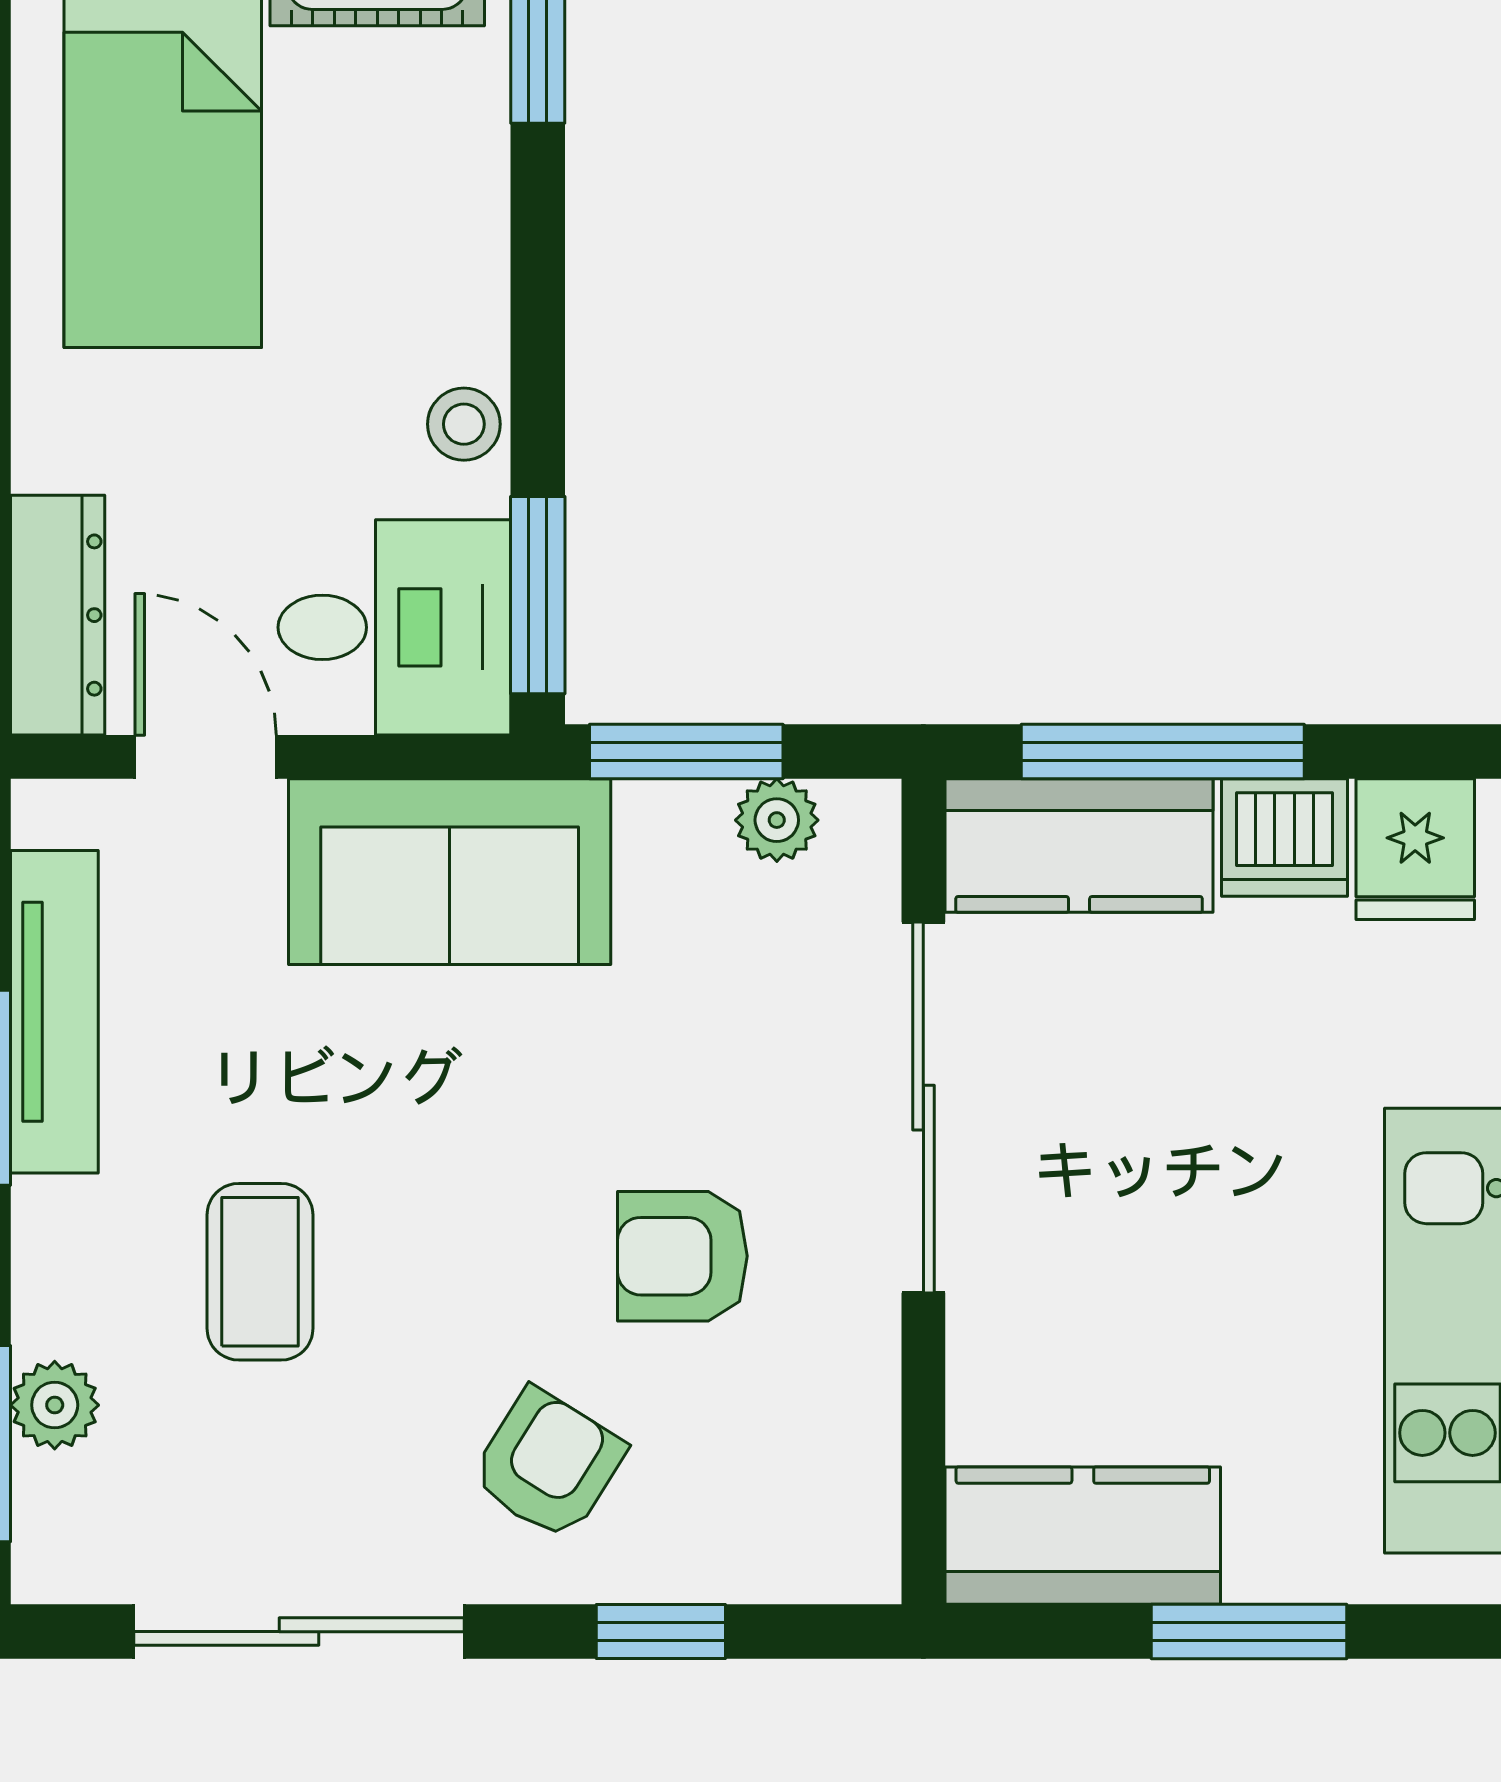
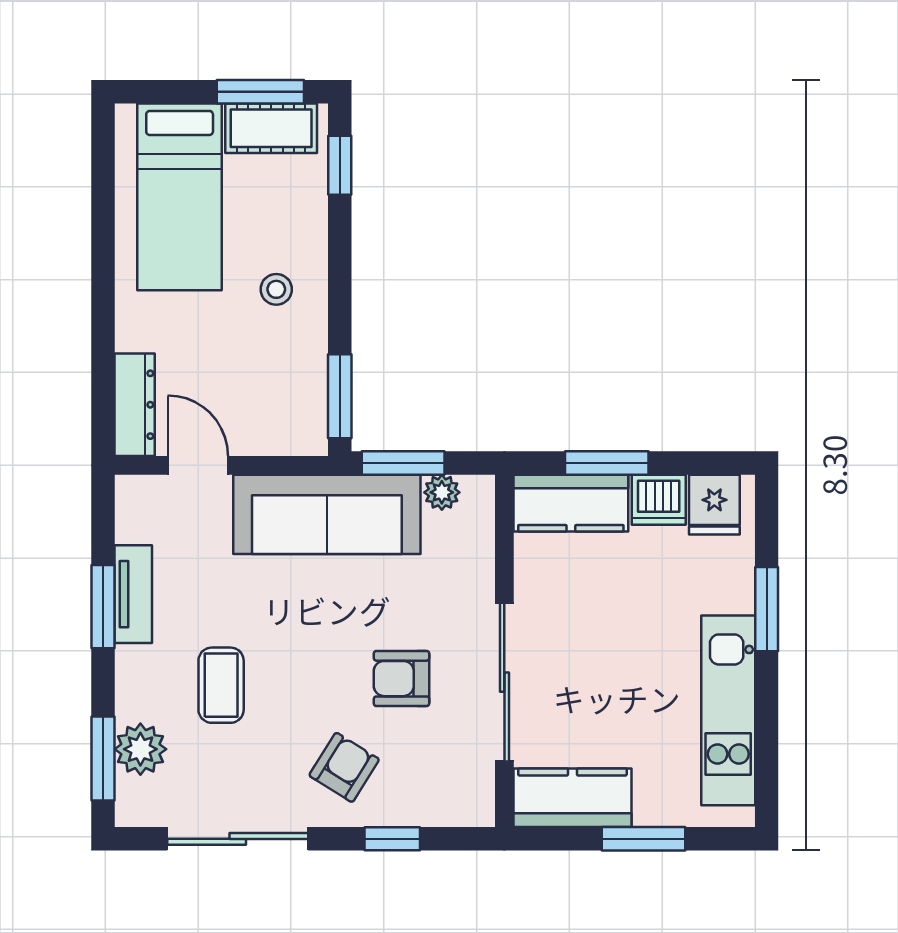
stool: (464, 424) -> (276, 289), moved
desk: (394, 627) -> (278, 410), removed
window: (1163, 751) -> (607, 463), width x0.69
sofa: (450, 872) -> (327, 514), width x1.36
tv unit: (54, 1012) -> (133, 594), width x0.71
sliding door: (923, 1108) -> (504, 682), moved
plant: (55, 1405) -> (140, 749), width x1.38, depth x1.38

